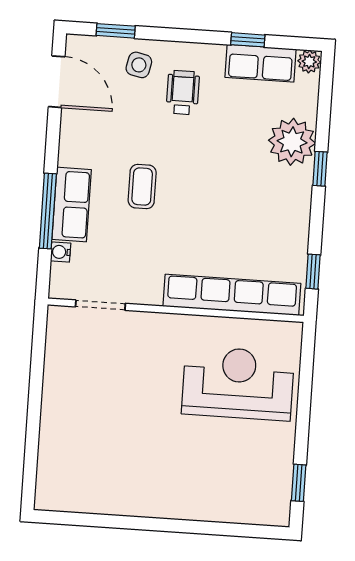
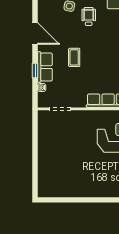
door: (57, 82) -> (35, 33), moved
window: (48, 211) -> (35, 71), width x0.46

